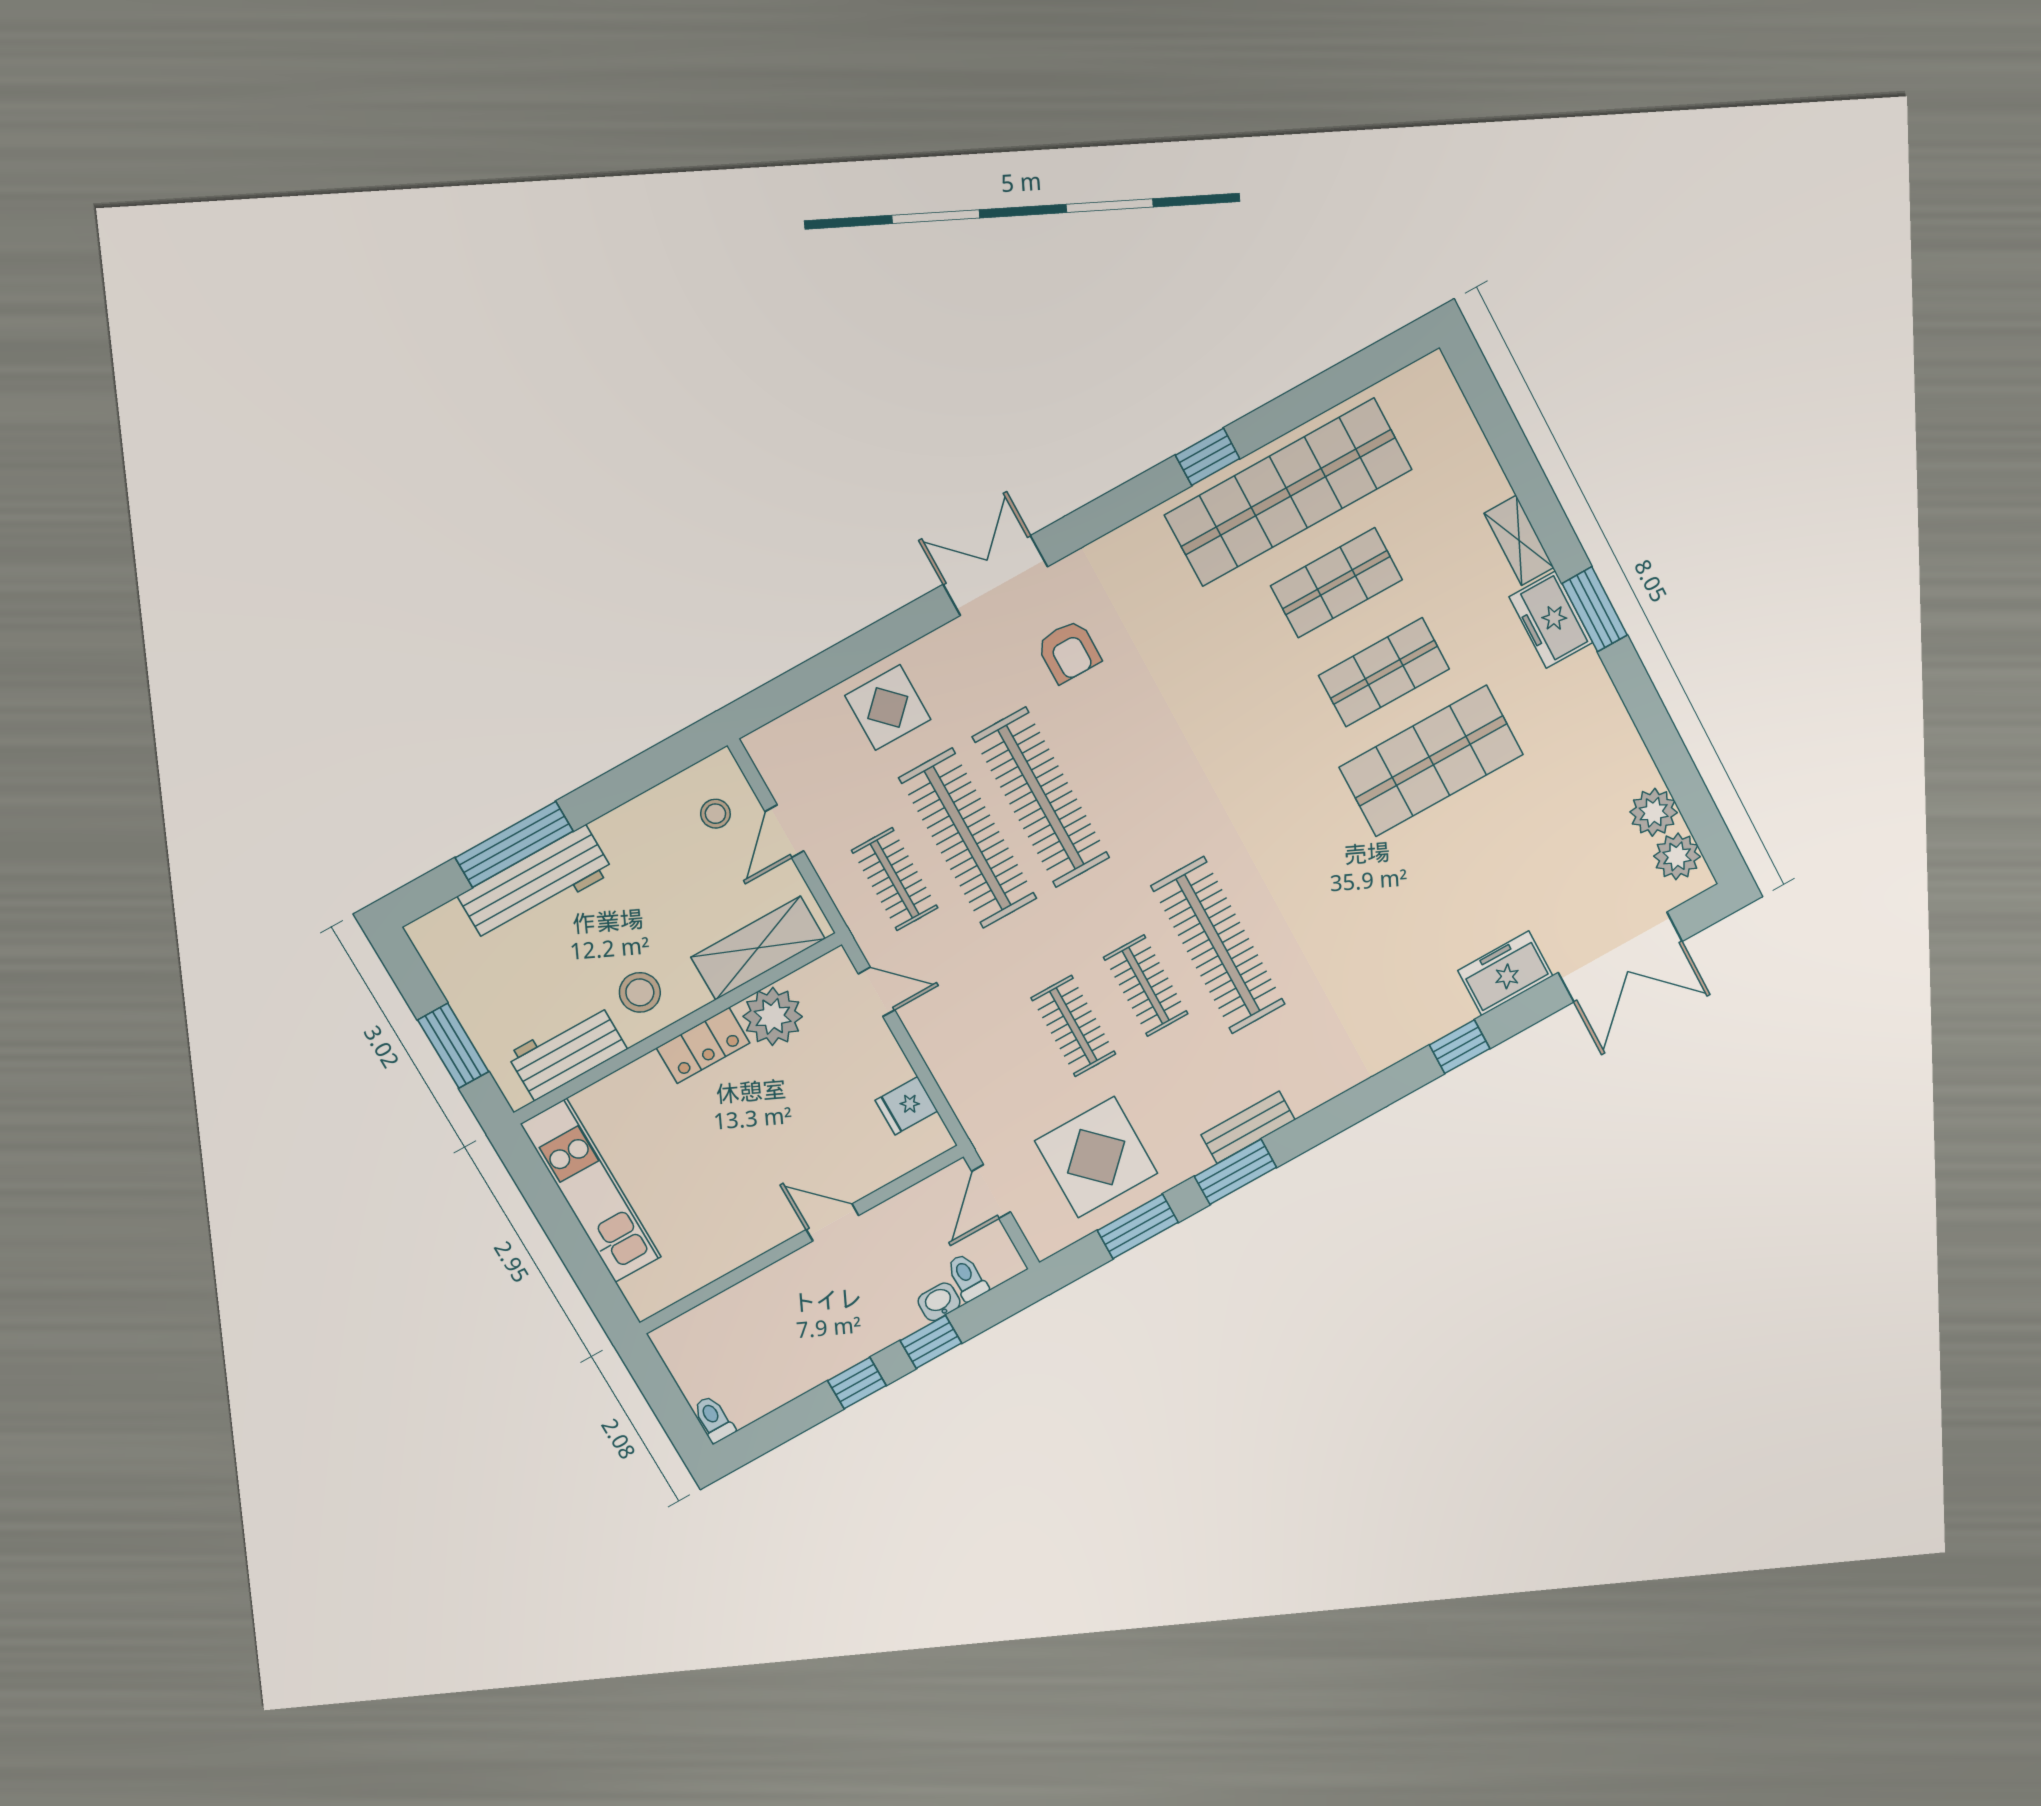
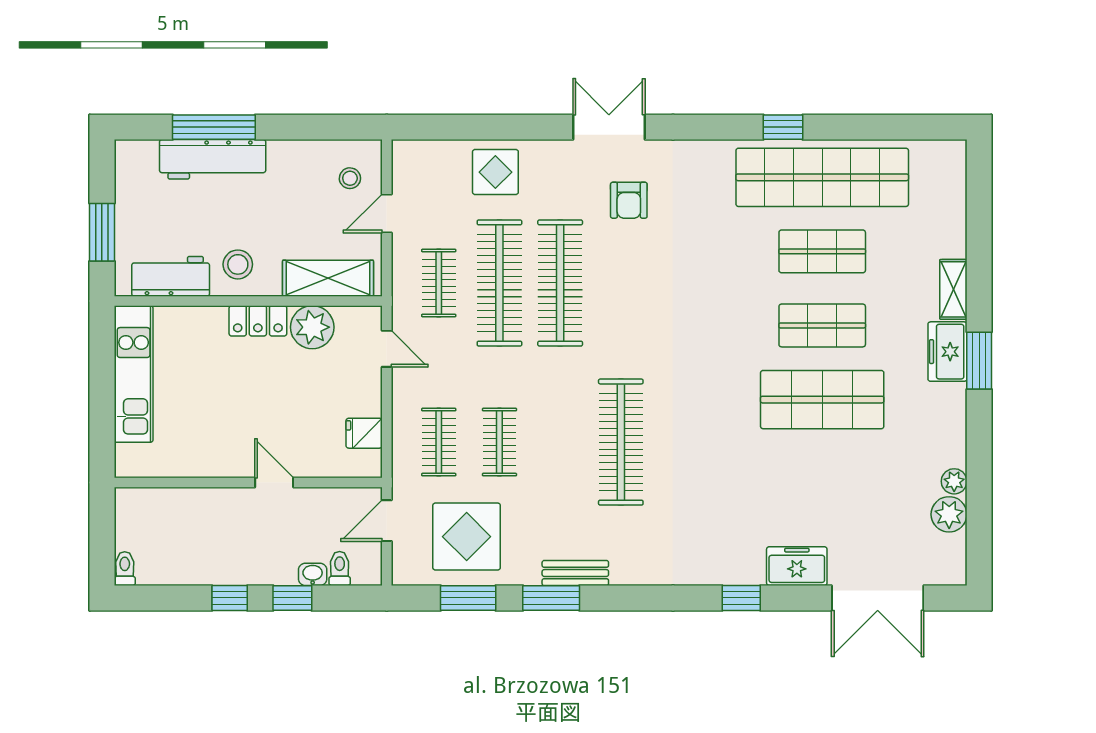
plant: (1677, 856) -> (954, 481), moved, width x0.73, depth x0.73
clothes rail: (1146, 986) -> (439, 442), moved

